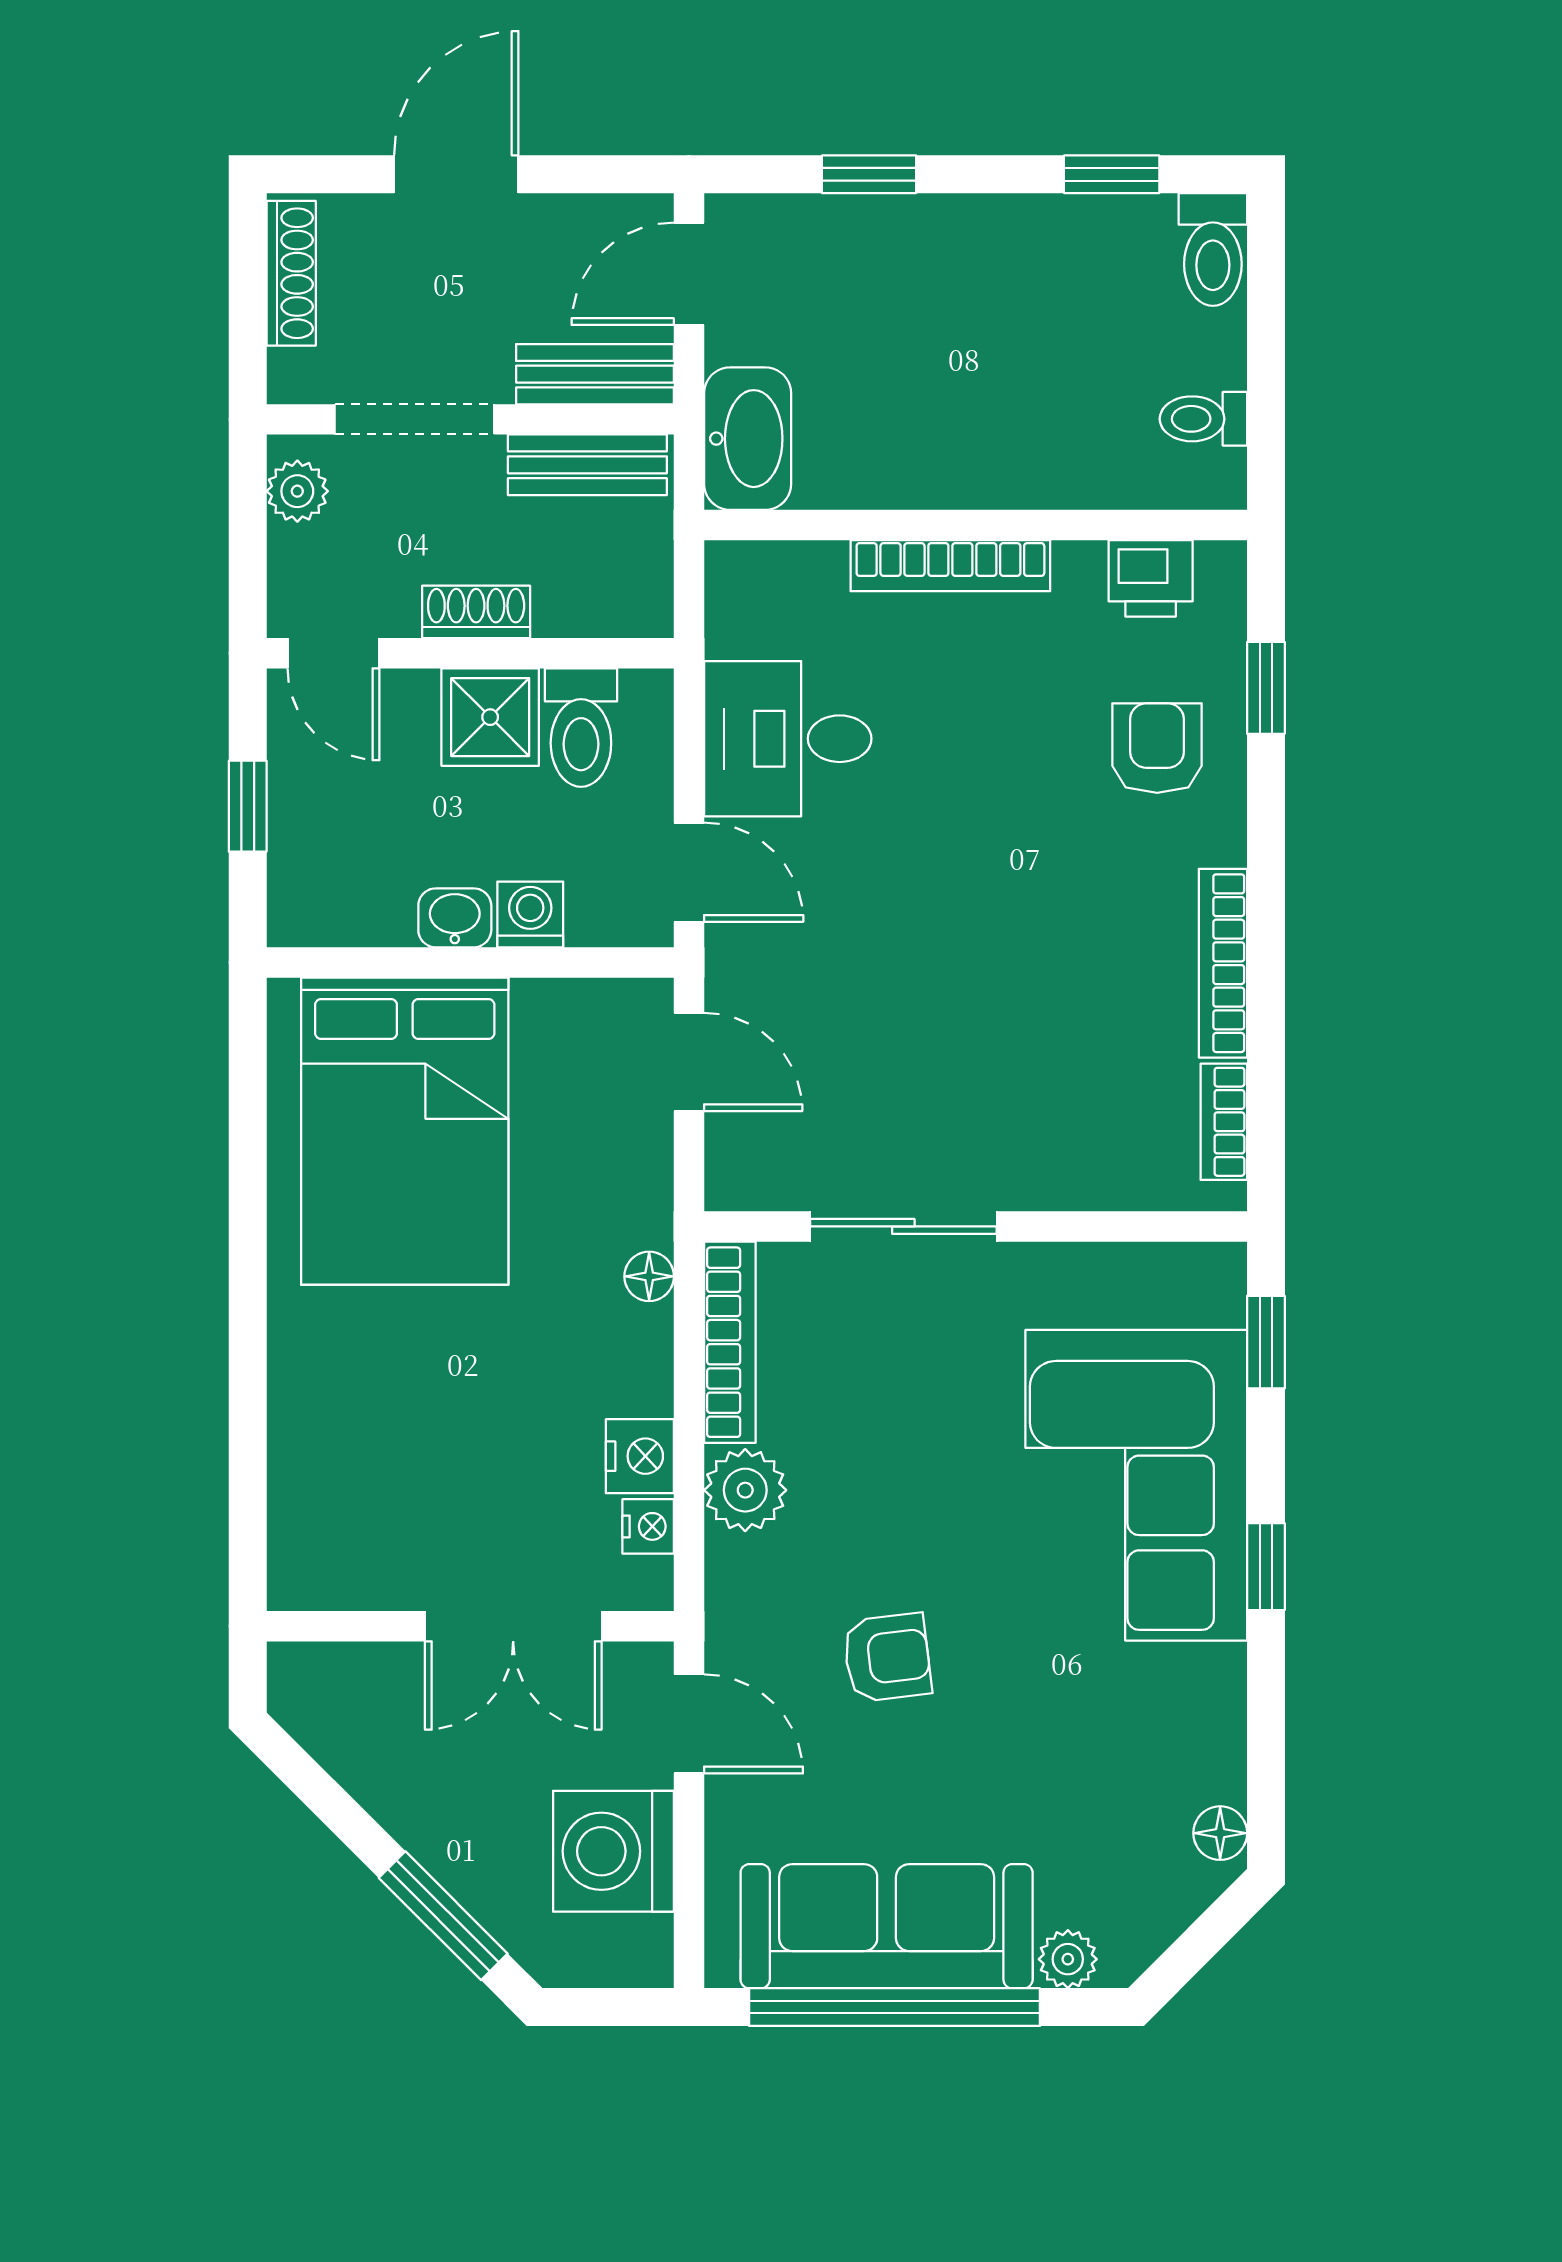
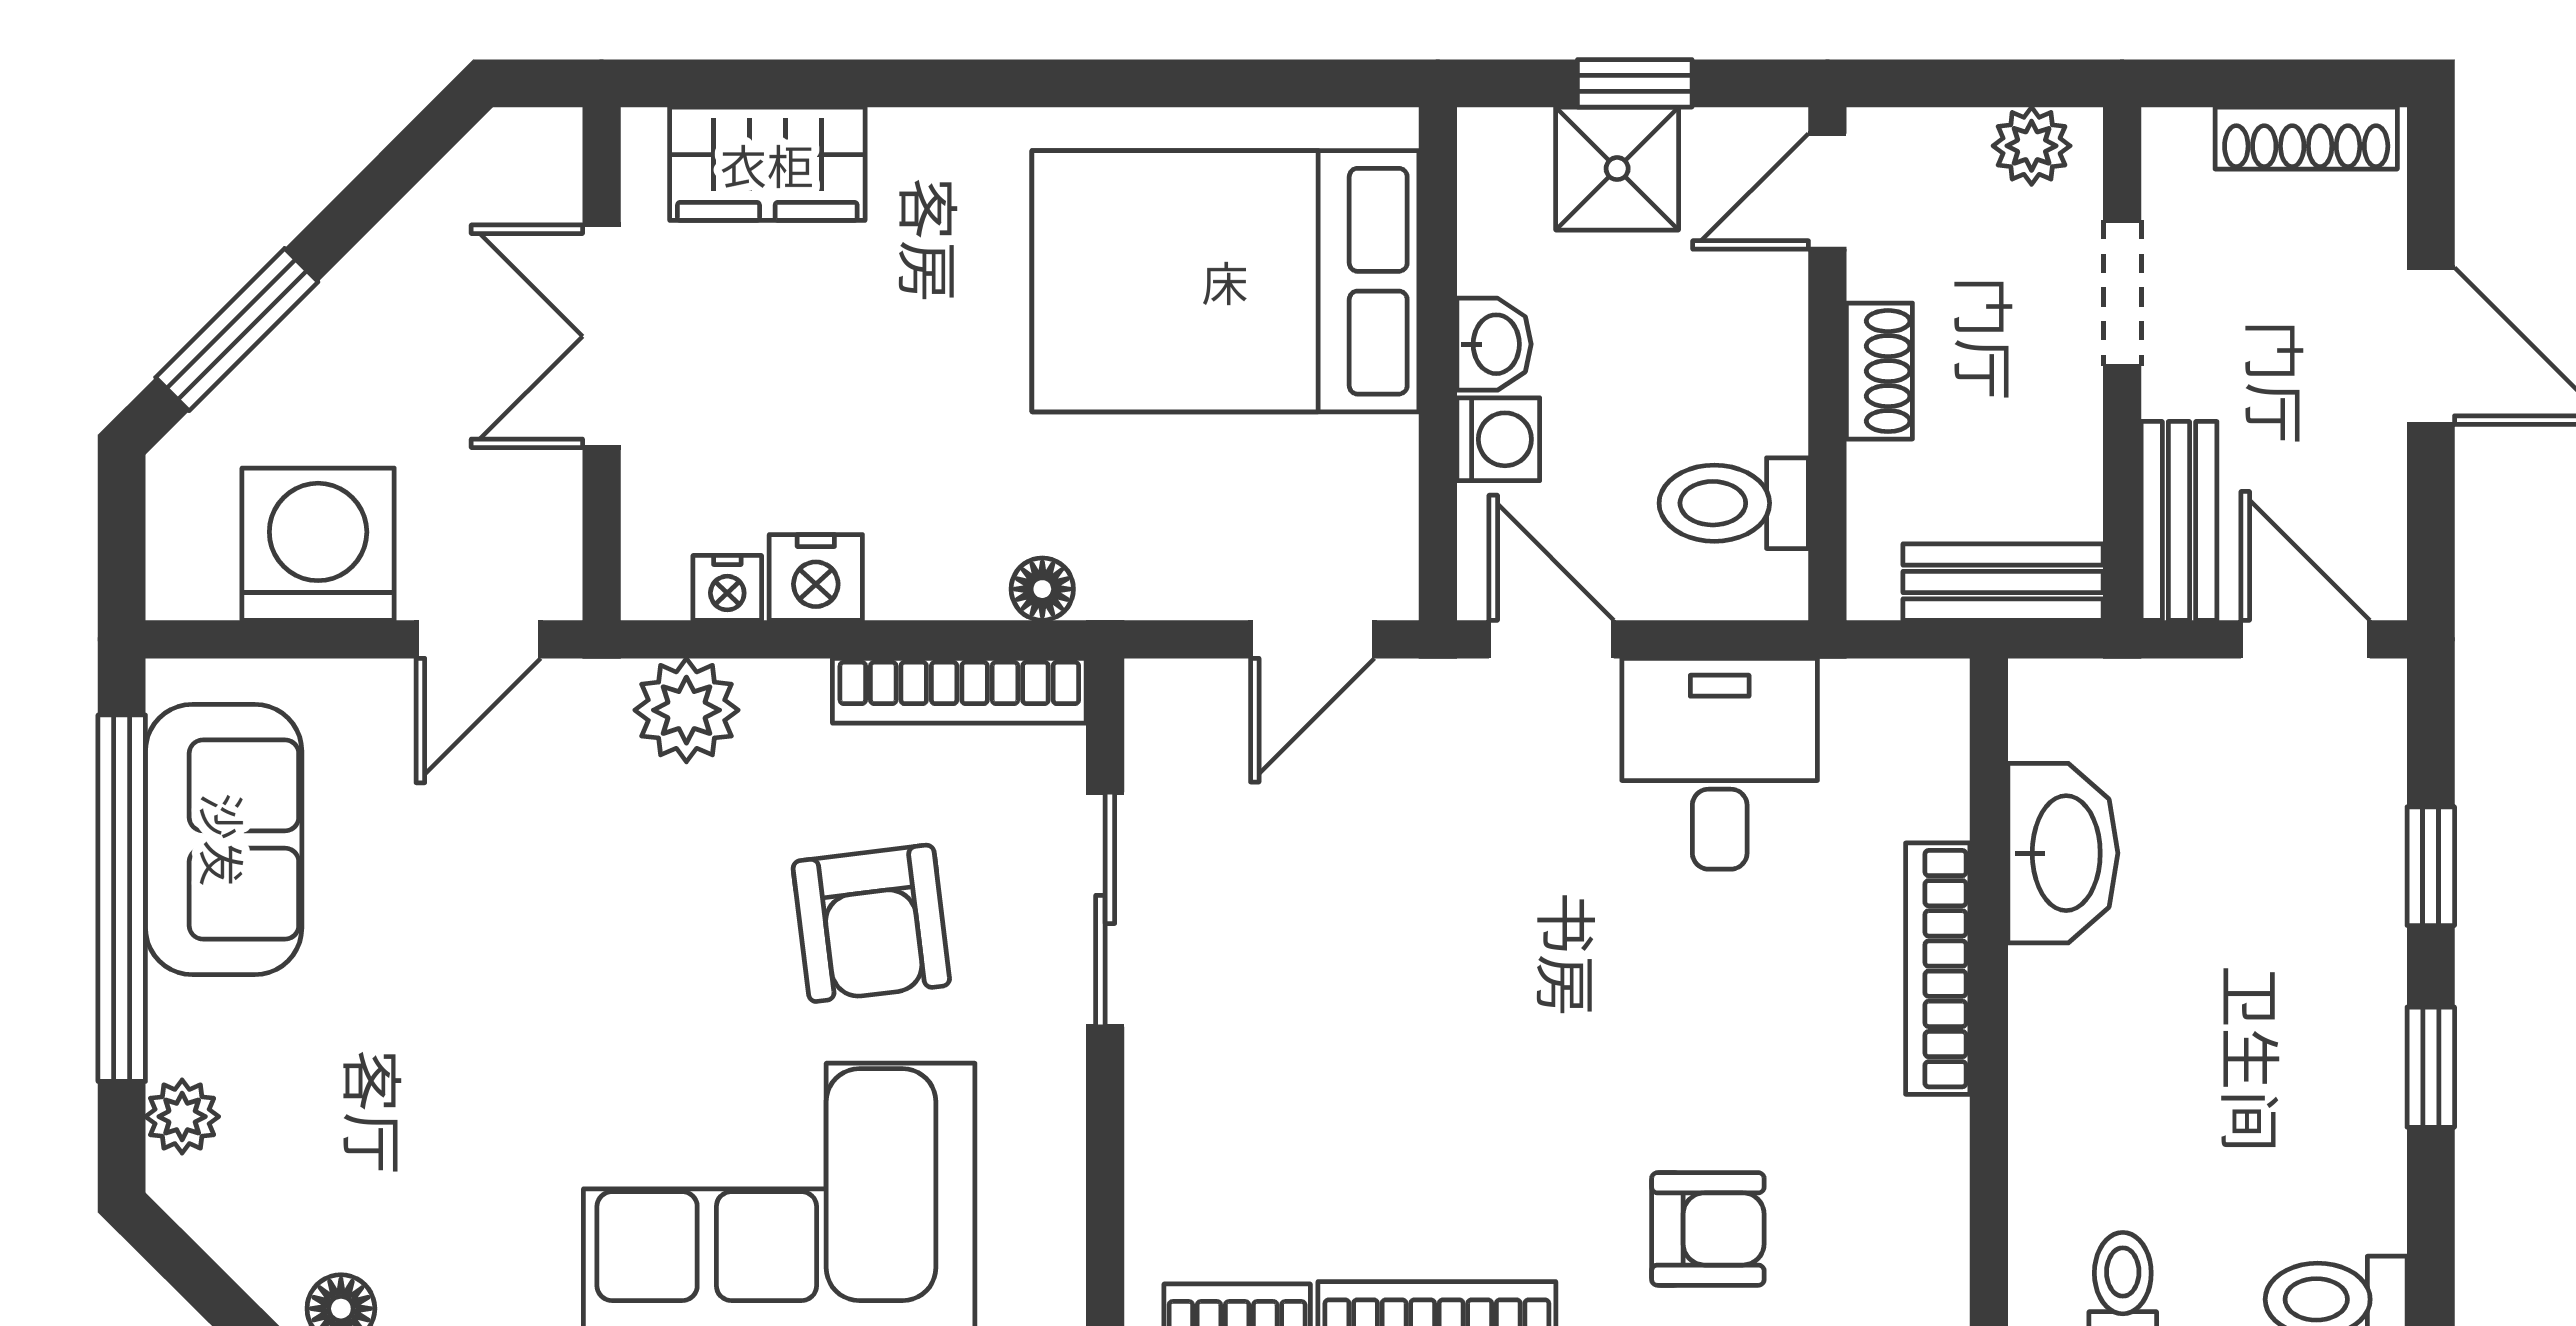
window: (1112, 174) -> (2431, 1067), moved
doorway: (414, 419) -> (2122, 293), width x0.73
washbasin: (748, 439) -> (2063, 853), moved, turned -90
bench: (587, 465) -> (2003, 582), moved, turned 90
printer: (1151, 578) -> (1922, 1221), removed
shower: (490, 717) -> (1617, 169), moved
door: (689, 872) -> (1551, 639), swing flipped
plant: (745, 1490) -> (686, 710), moved
wardrobe: (312, 1495) -> (767, 164), added
double door: (513, 1626) -> (602, 336), moved
armchair: (887, 1657) -> (871, 923), moved, width x1.38, depth x1.38
sofa: (887, 1926) -> (224, 840), width x0.73

